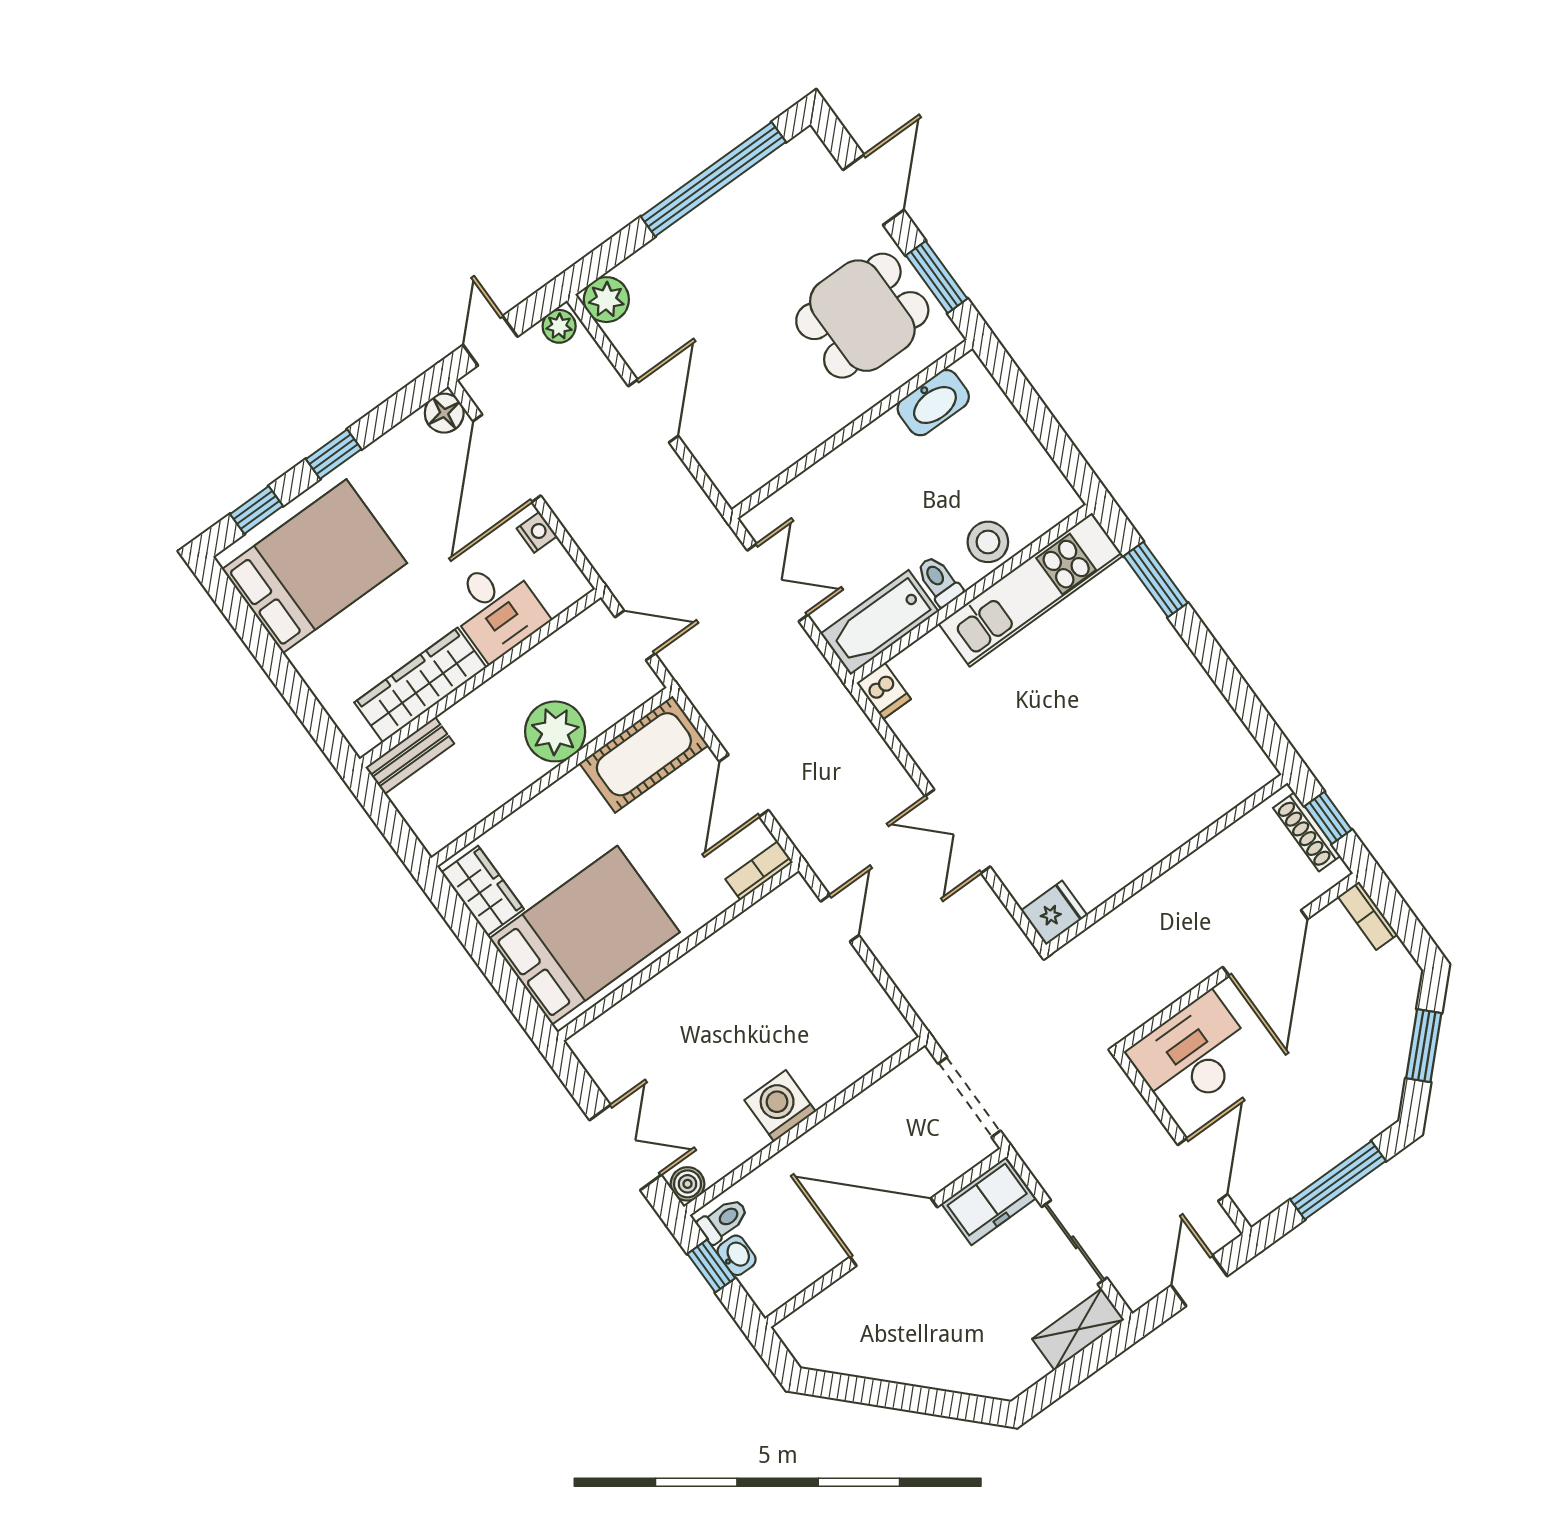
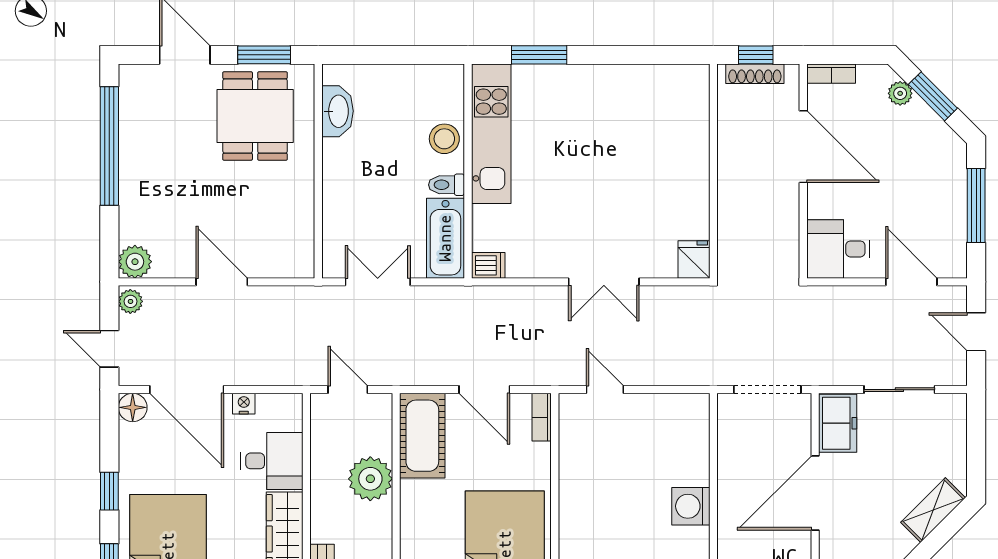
door: (635, 635) -> (348, 390), hinge flipped
plant: (1401, 1007) -> (900, 93), added
desk: (1193, 1055) -> (838, 249), width x0.73
shelving: (1078, 1329) -> (933, 510), moved, turned 45

